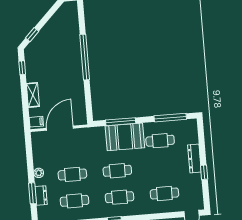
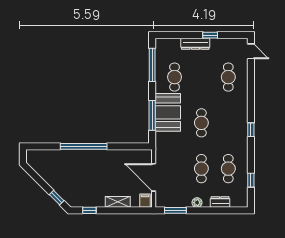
window: (33, 193) -> (175, 210), moved
cafe table: (119, 197) -> (228, 123), removed

